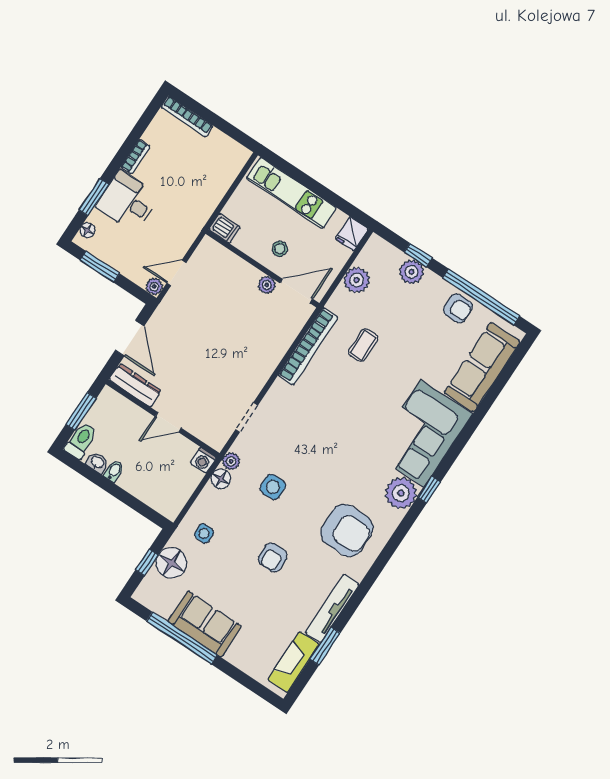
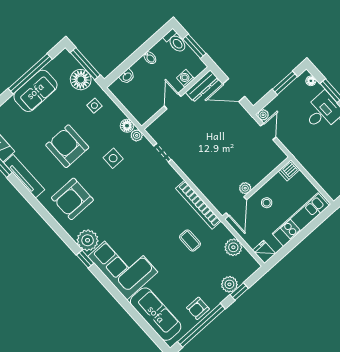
washing machine: (203, 460) -> (186, 78), moved
washbasin: (97, 463) -> (127, 76), moved
armchair: (273, 557) -> (67, 146), width x1.88, depth x1.88
window: (147, 562) -> (85, 64), width x2.17

